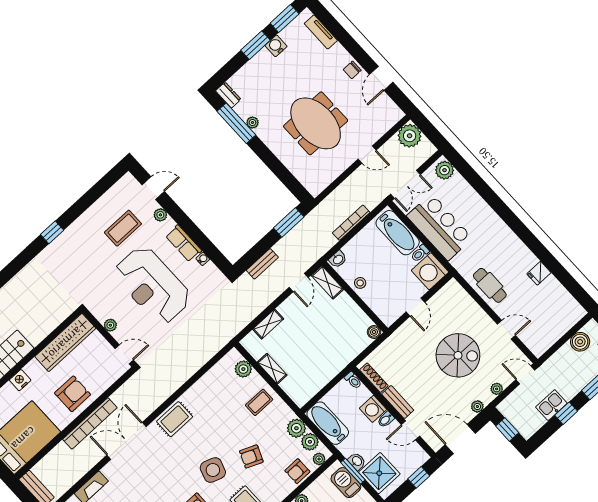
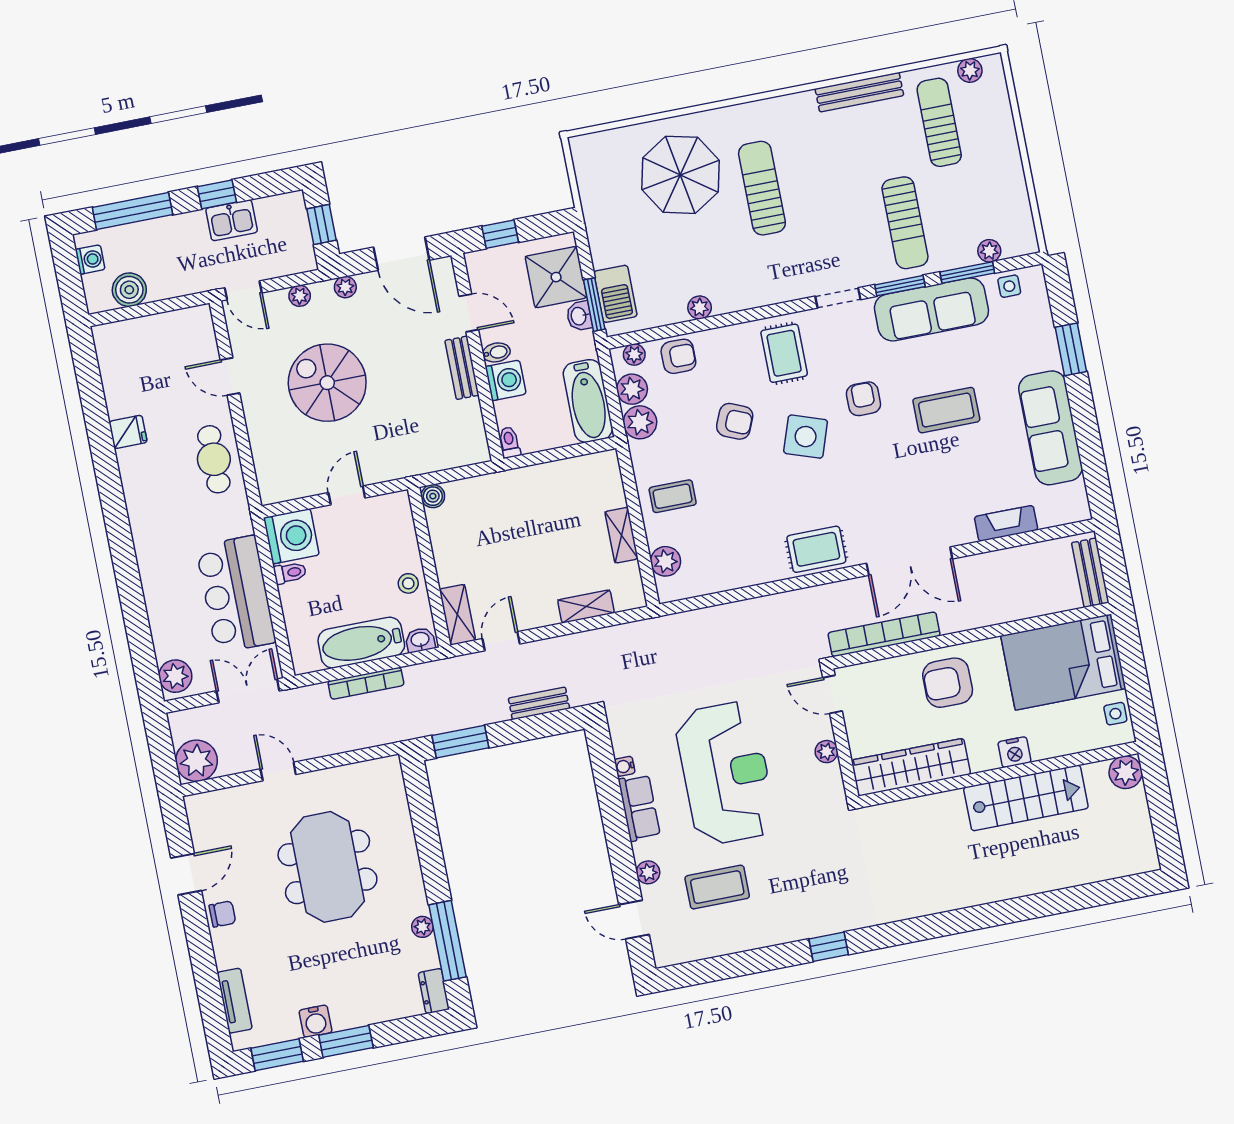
bathtub: (398, 233) -> (361, 643), moved, turned -90
shoe rack: (374, 378) -> (476, 427), removed
bookcase: (90, 423) -> (884, 634), moved

